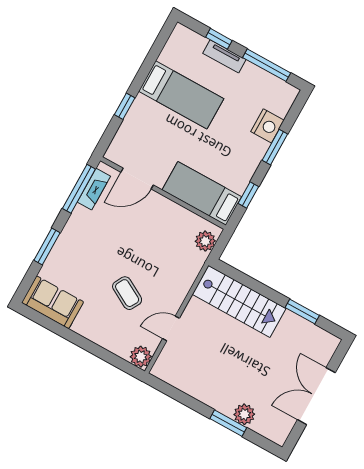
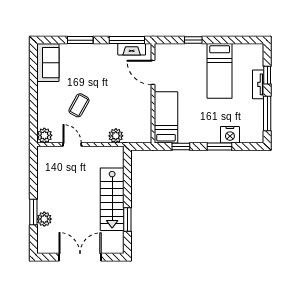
plant: (205, 241) -> (116, 136), moved
stairs: (239, 301) -> (112, 199), moved

